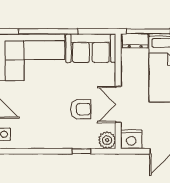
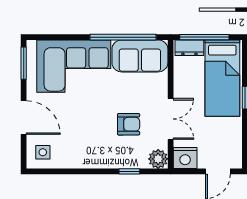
window: (48, 31) -> (123, 37), moved
double door: (118, 104) -> (171, 119), swing flipped

